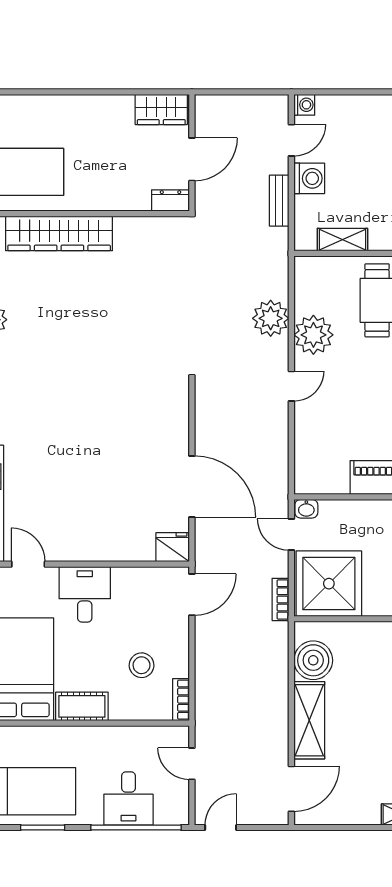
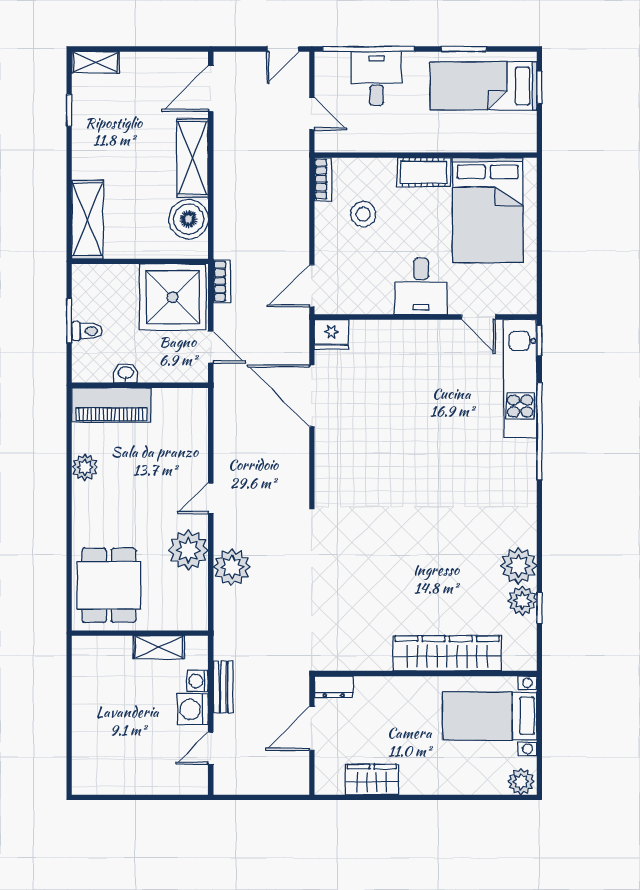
washing machine: (304, 105) -> (198, 681), moved
wardrobe: (161, 109) -> (372, 779), moved
washbasin: (306, 509) -> (126, 373), moved

